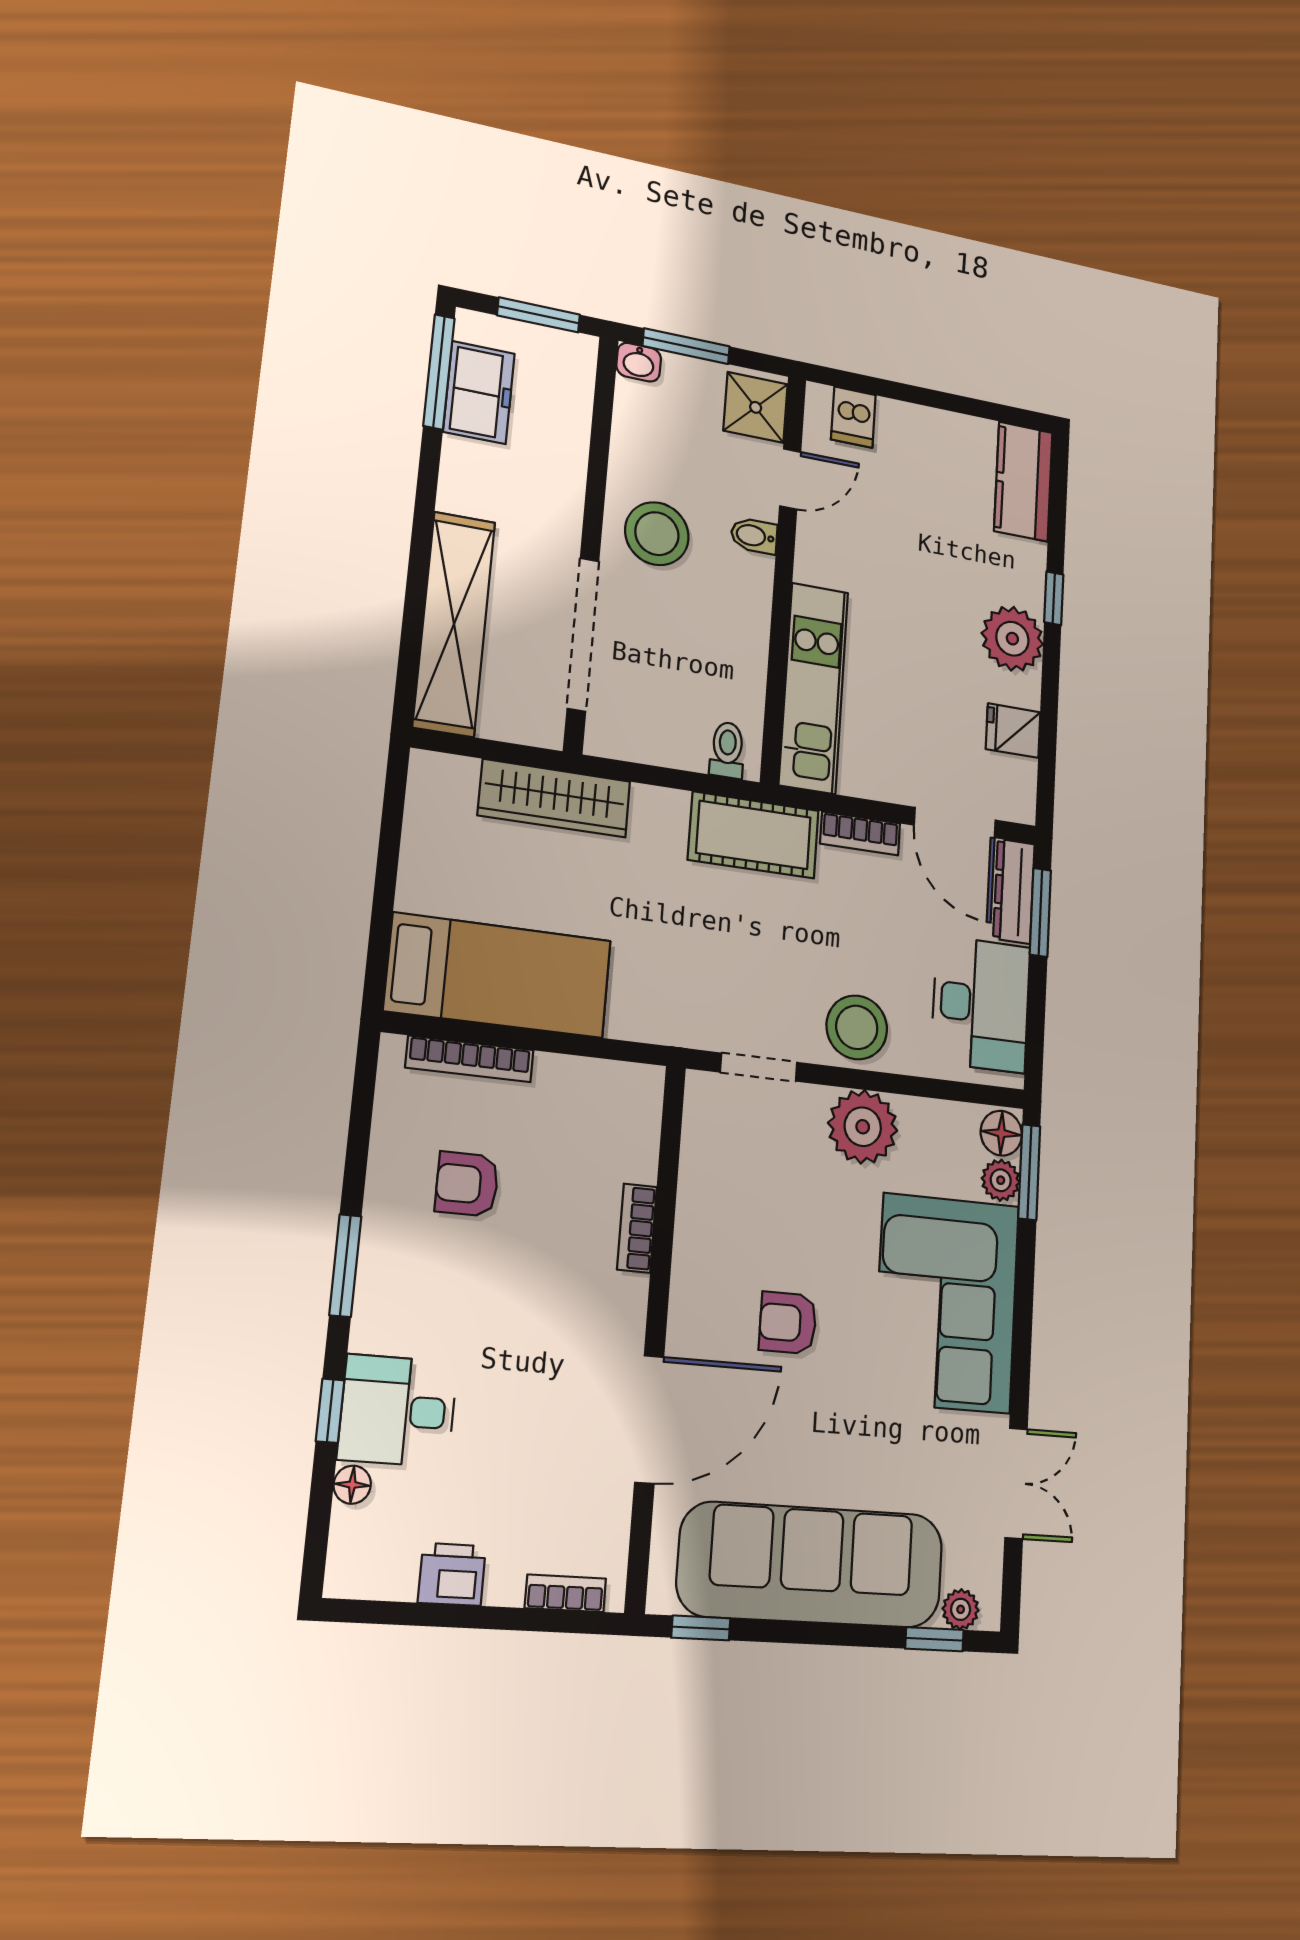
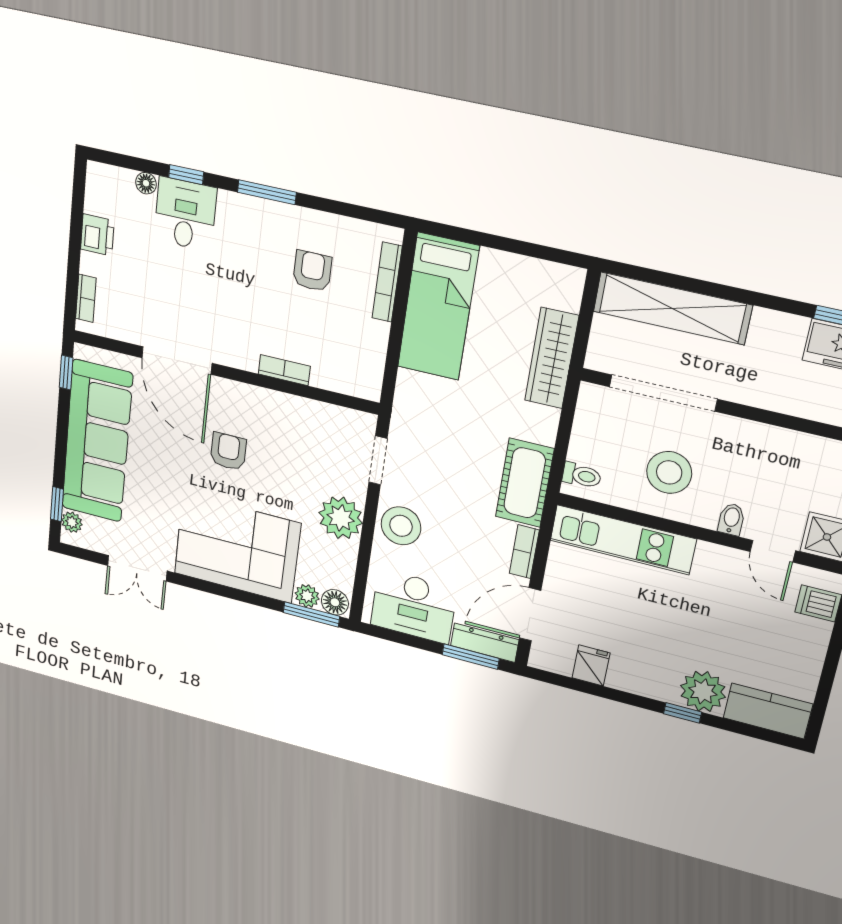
stool: (657, 534) -> (669, 472), moved
plant: (1012, 639) -> (703, 691), moved

